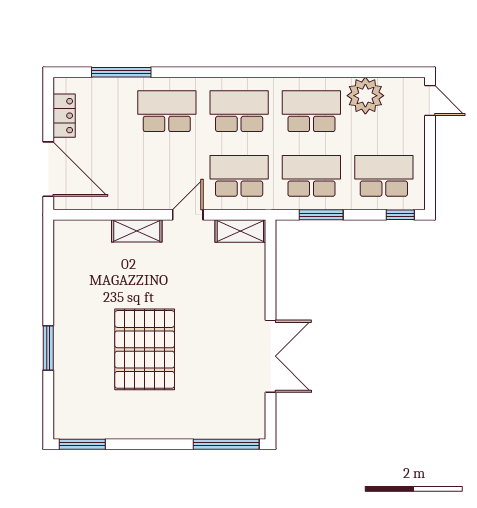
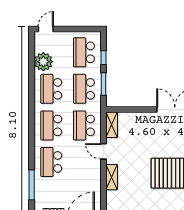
window: (400, 215) -> (104, 58), moved

